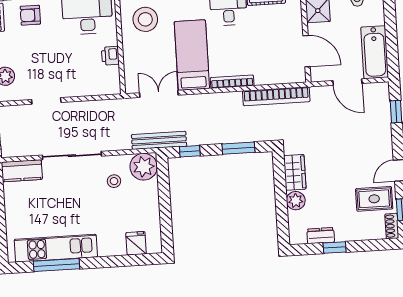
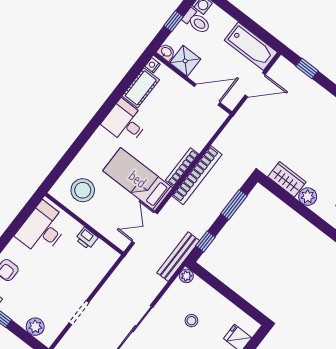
bookcase: (276, 96) -> (197, 175), moved
plant: (144, 167) -> (186, 276), width x0.53, depth x0.53
stool: (114, 181) -> (191, 321), moved

